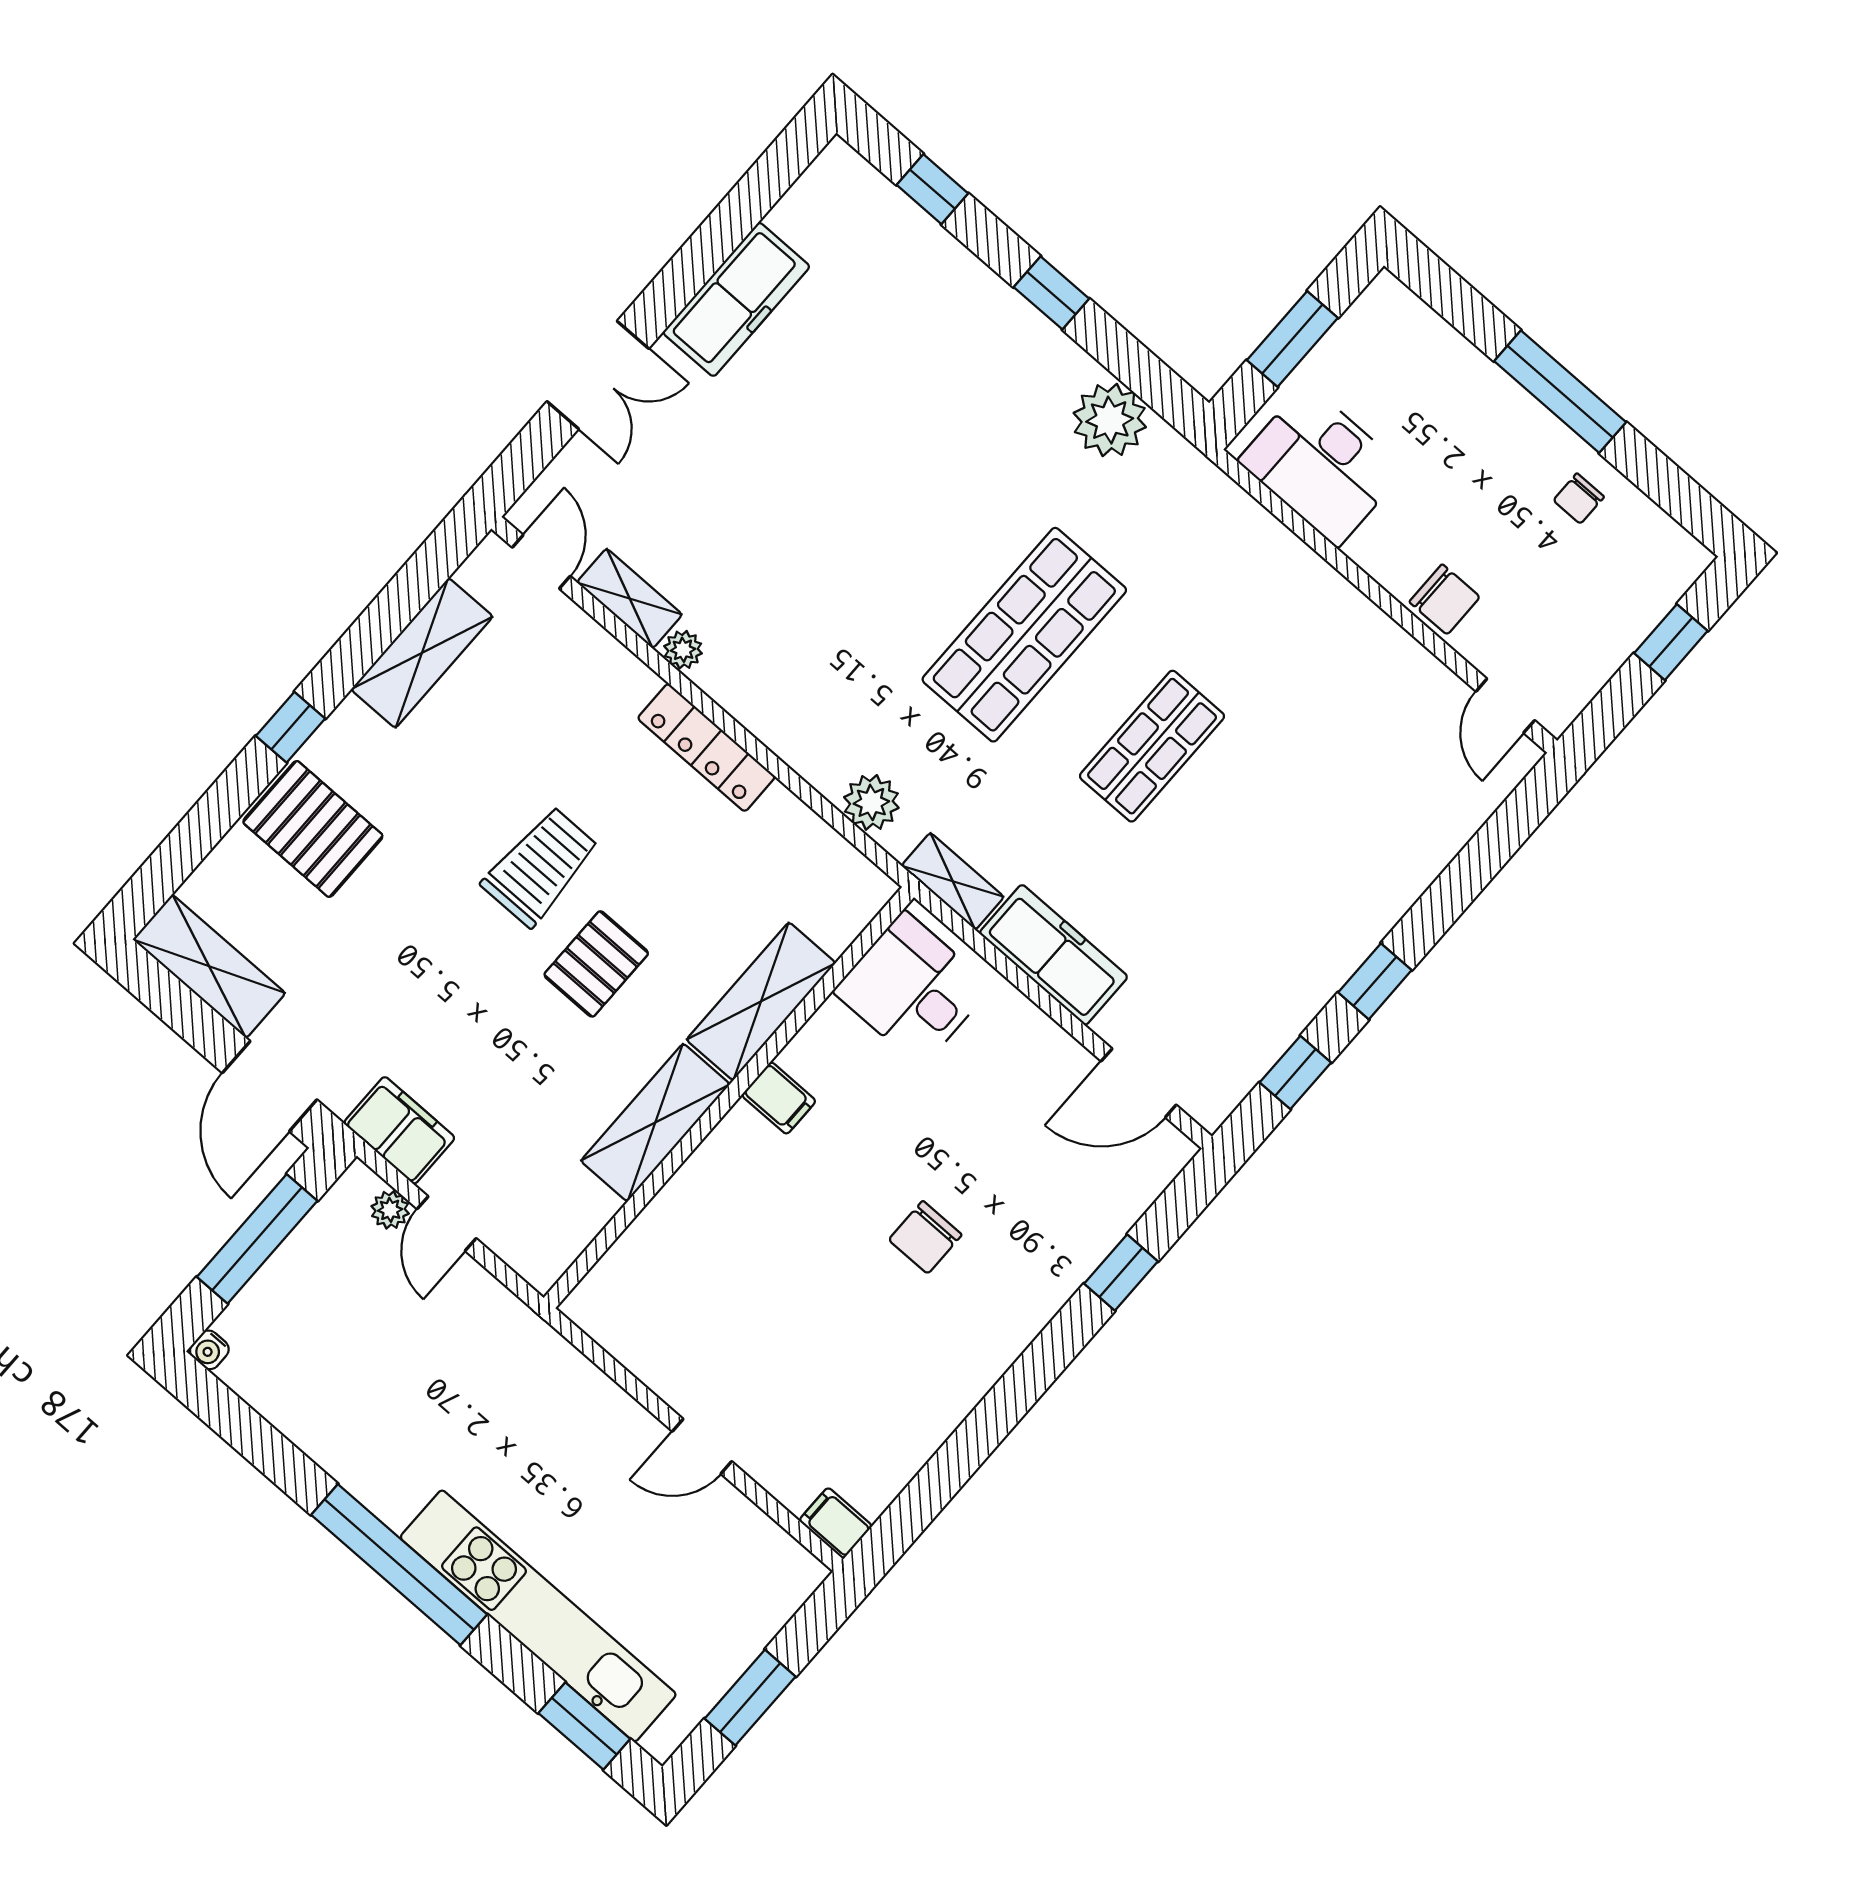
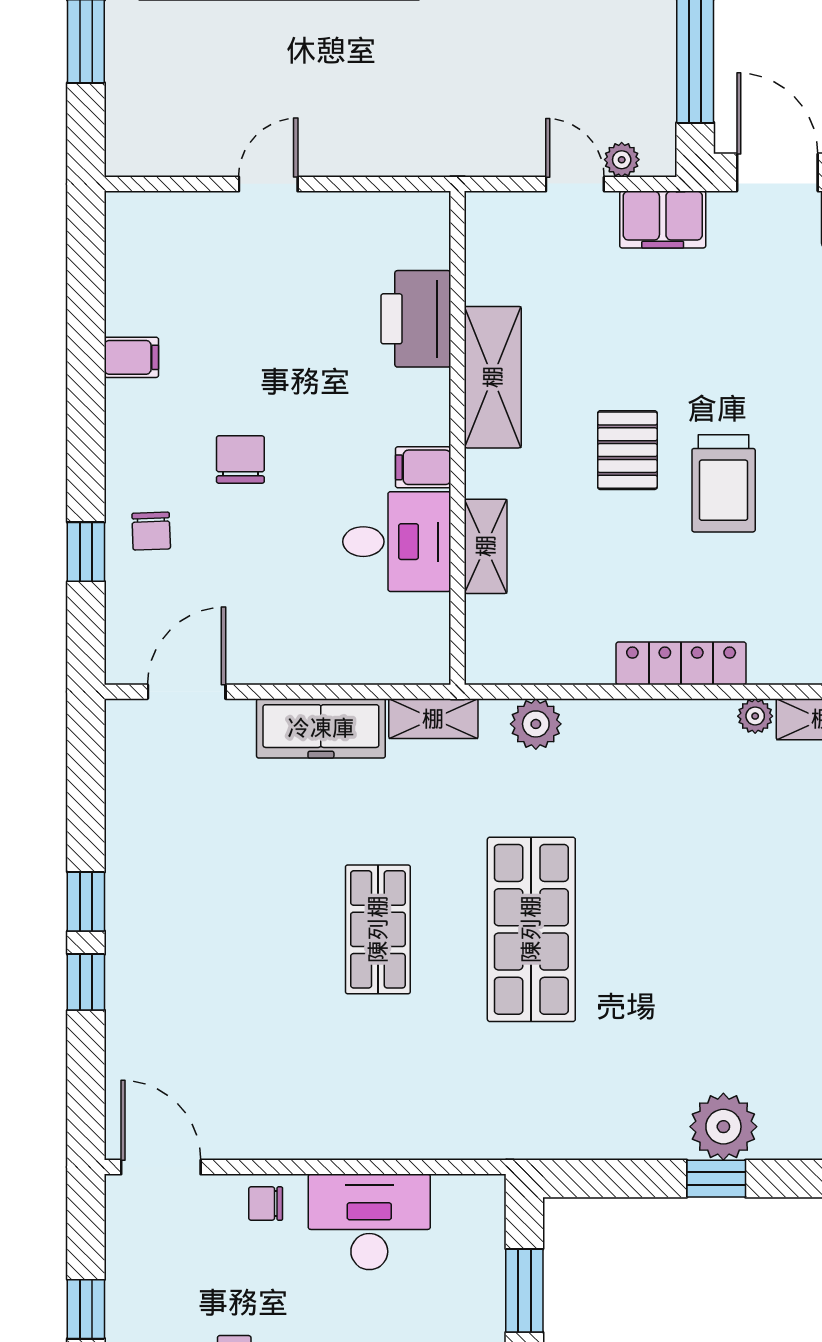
plant: (1110, 420) -> (723, 1127), moved
desk: (1322, 465) -> (369, 1222), moved
chair: (1445, 599) -> (266, 1204), width x0.73, depth x0.73
door: (1505, 706) -> (161, 1167), width x1.38
desk: (912, 989) -> (397, 542), moved
shelving: (761, 1001) -> (486, 546), width x0.67, depth x0.75
window: (1295, 1072) -> (86, 982), moved
printer: (677, 1227) -> (416, 319), added
chair: (1052, 1242) -> (151, 531), added
filing cabinet: (836, 1523) -> (131, 357), moved

